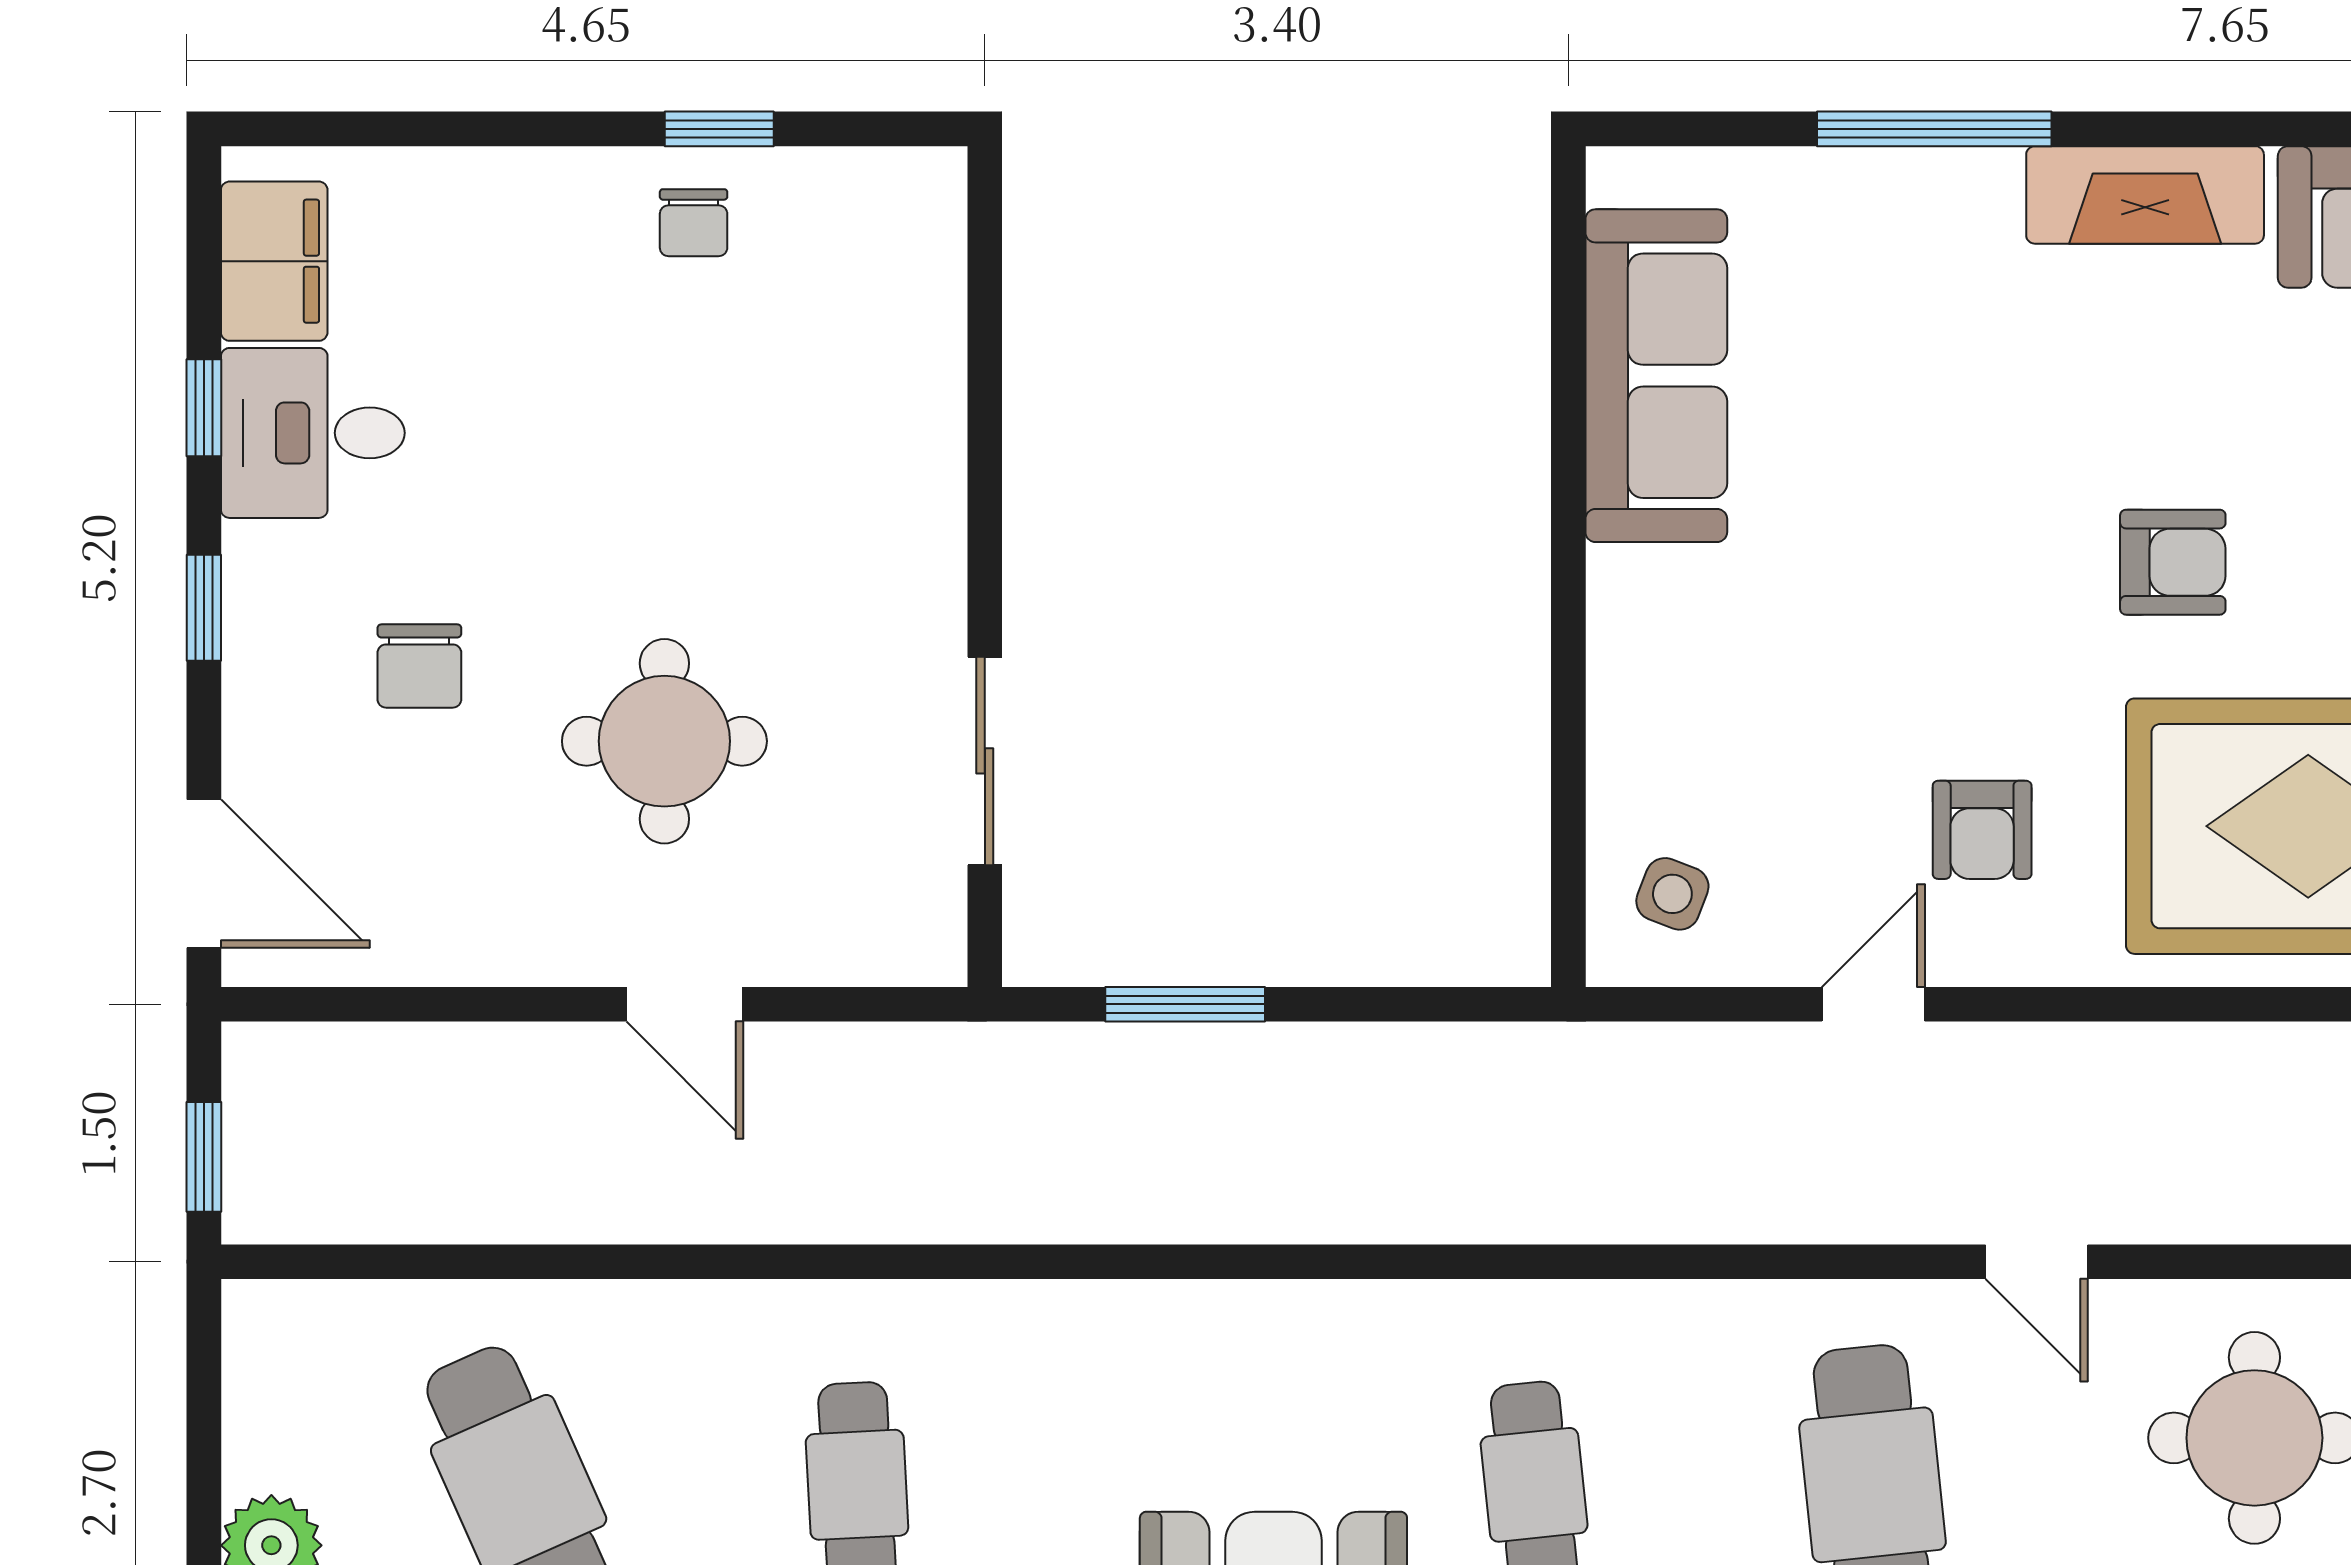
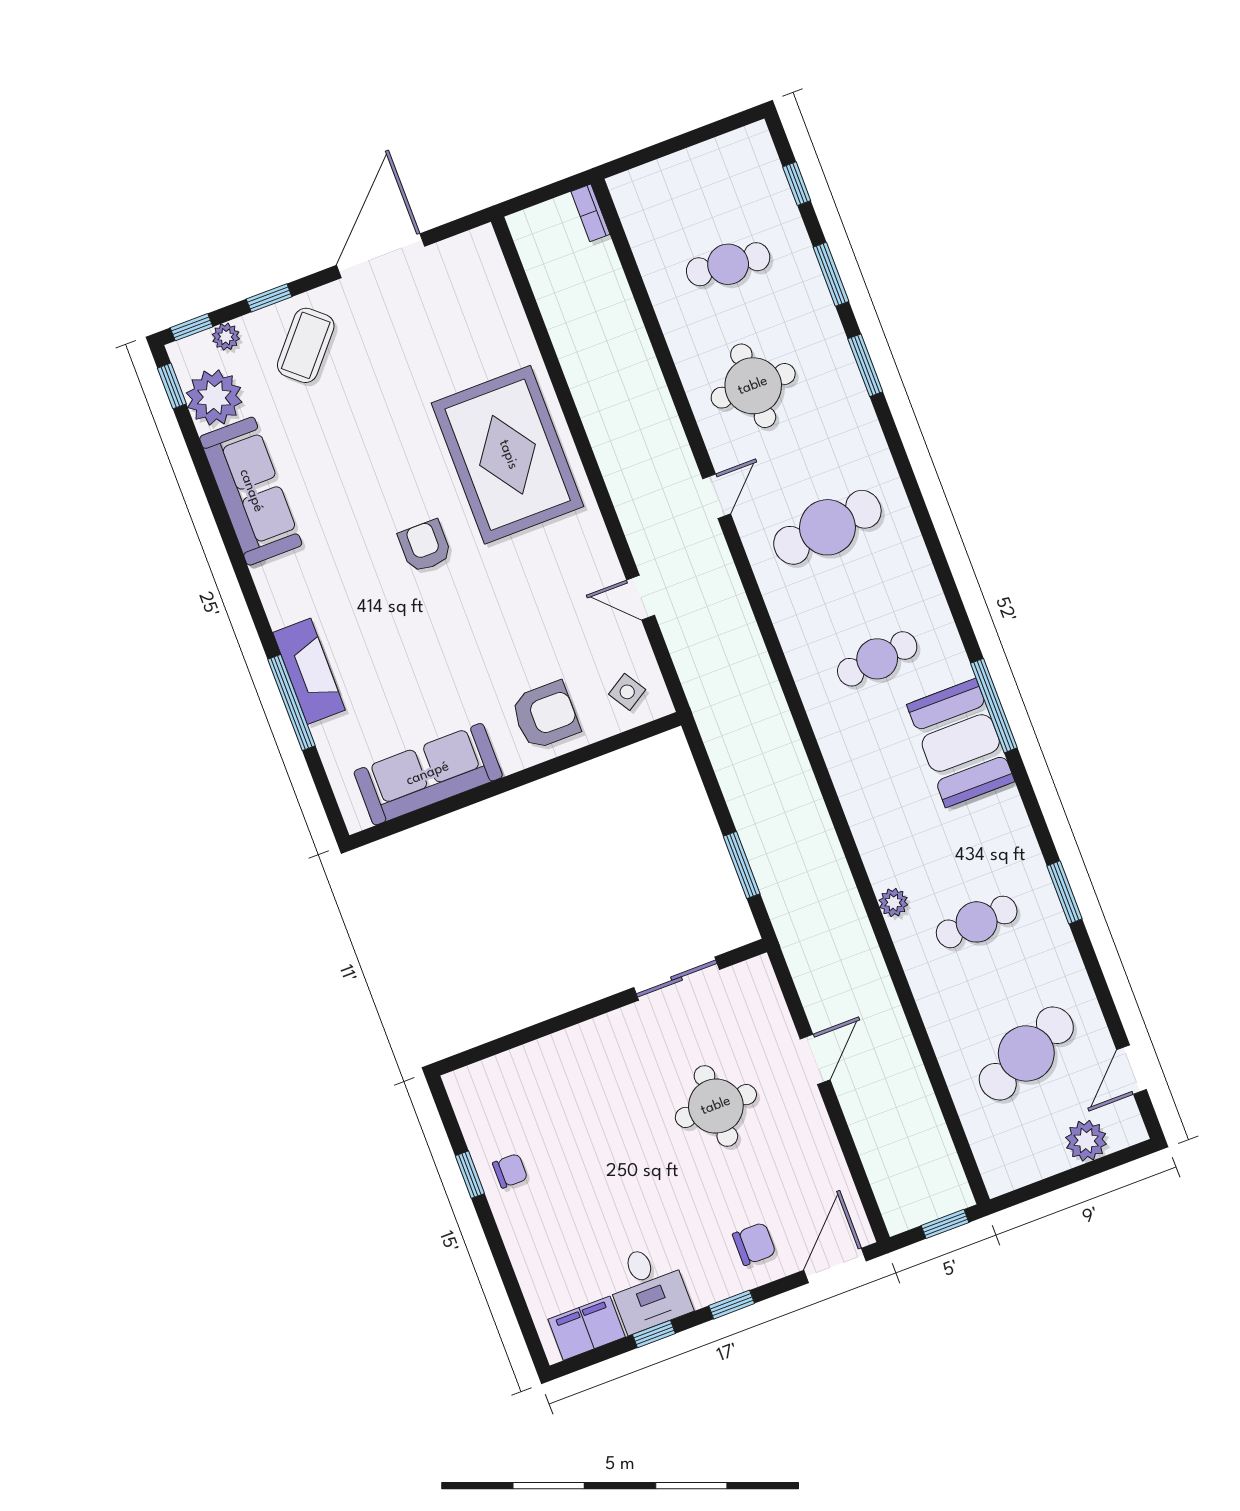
fireplace: (2145, 195) -> (309, 671), moved
chair: (419, 666) -> (754, 1244), moved
armchair: (1982, 830) -> (545, 715), moved, width x1.38, depth x1.38
side table: (1672, 894) -> (627, 692), turned 37
plant: (972, 1314) -> (893, 903), added

